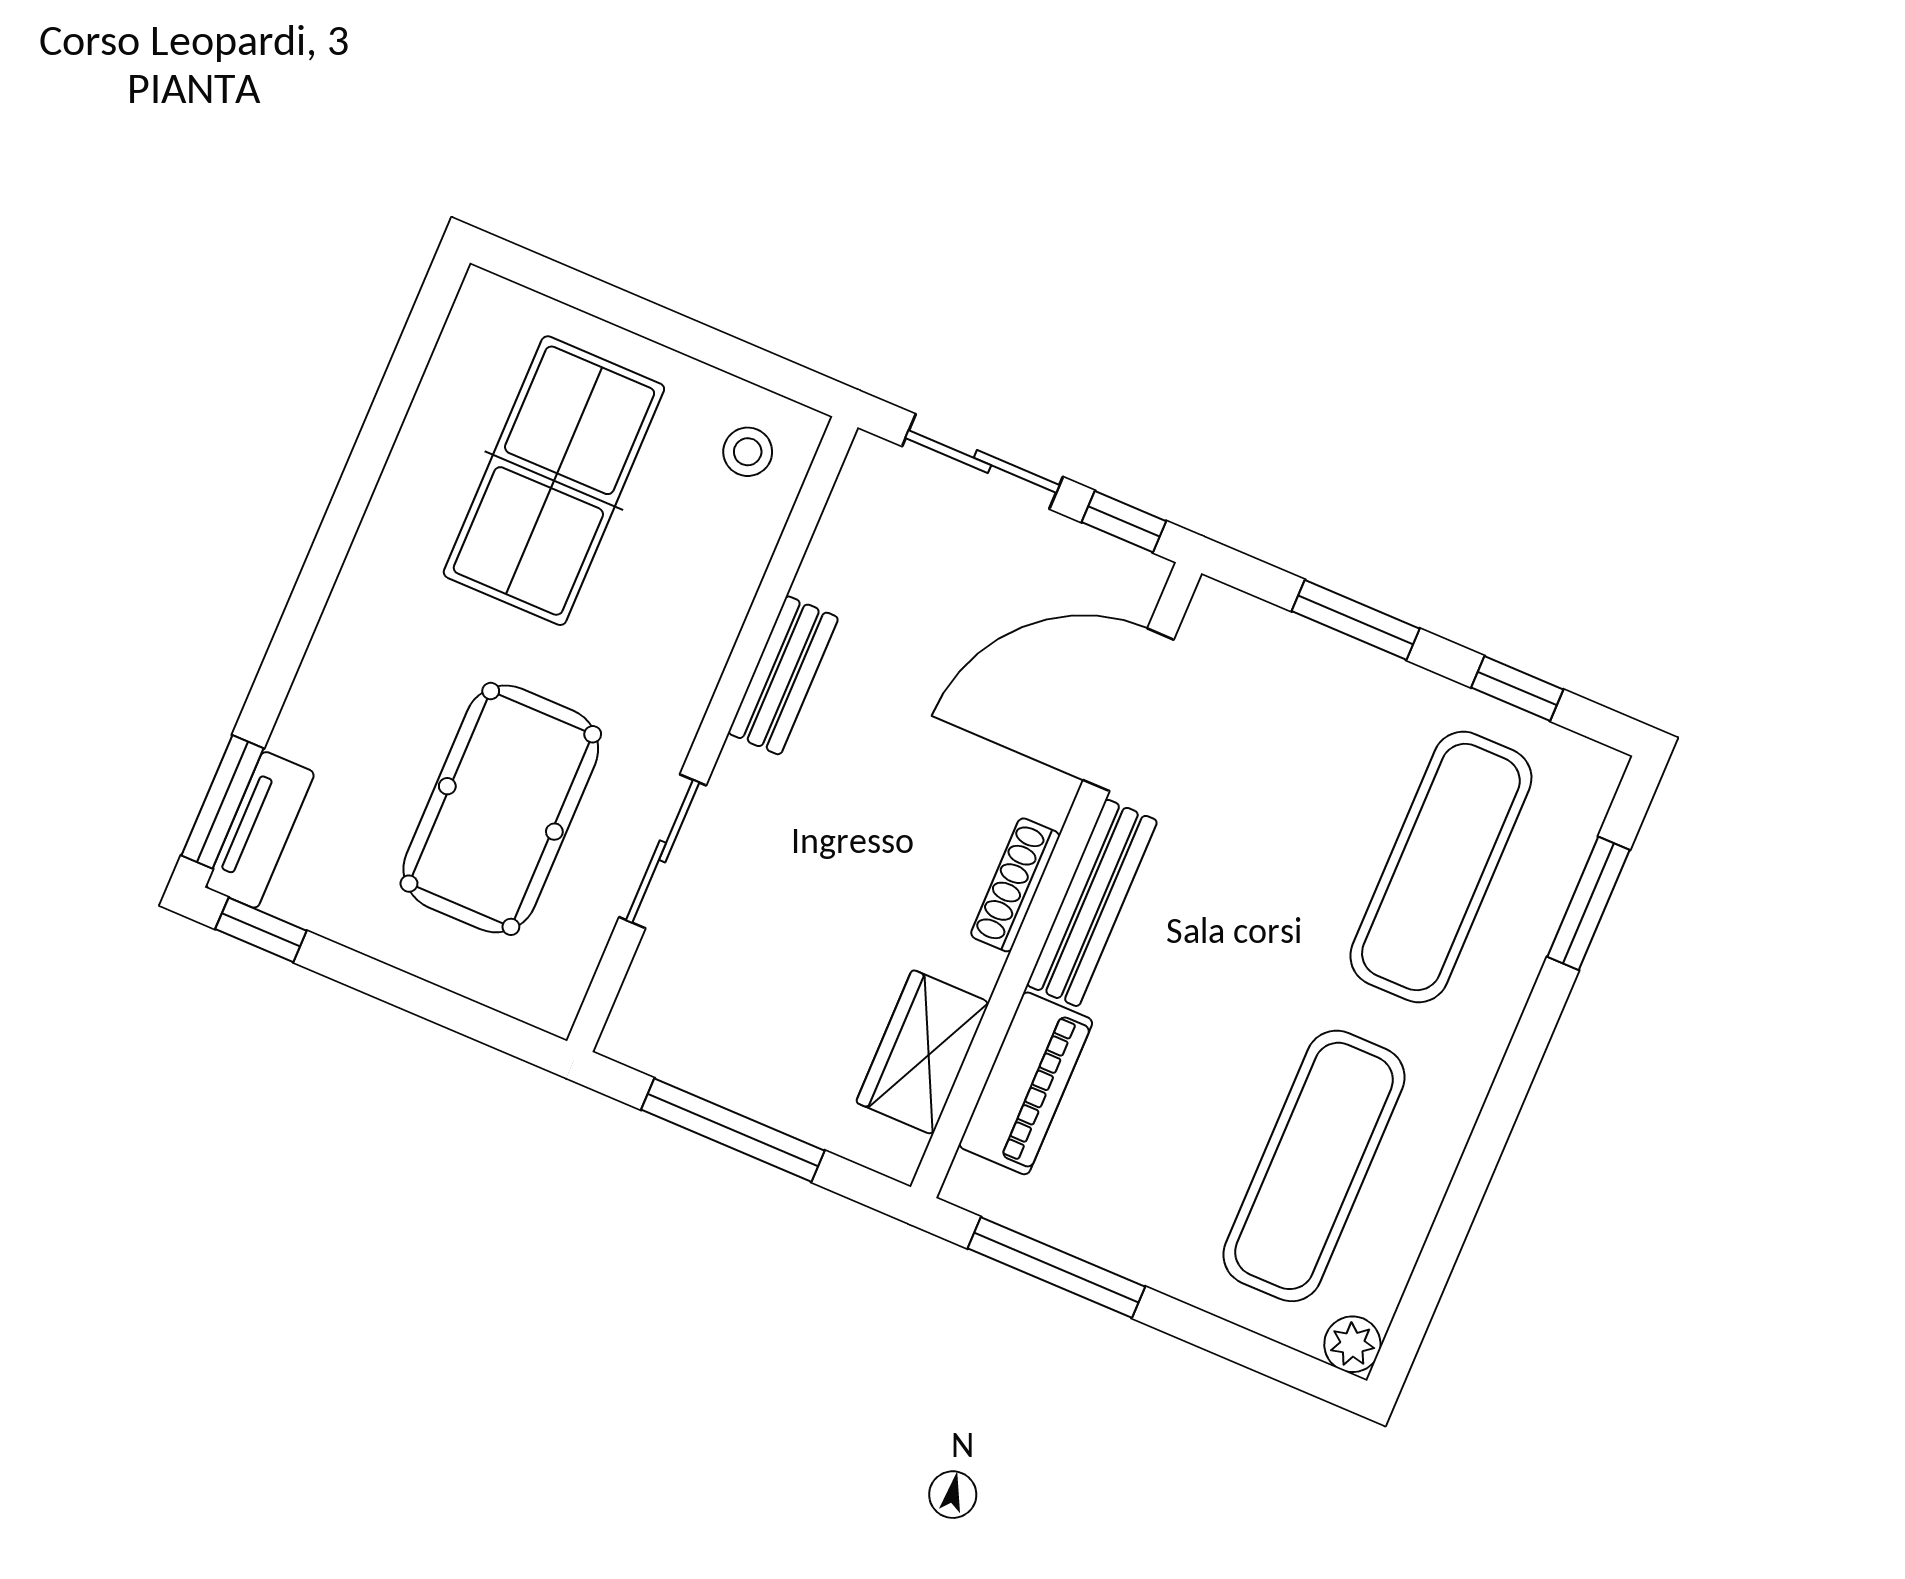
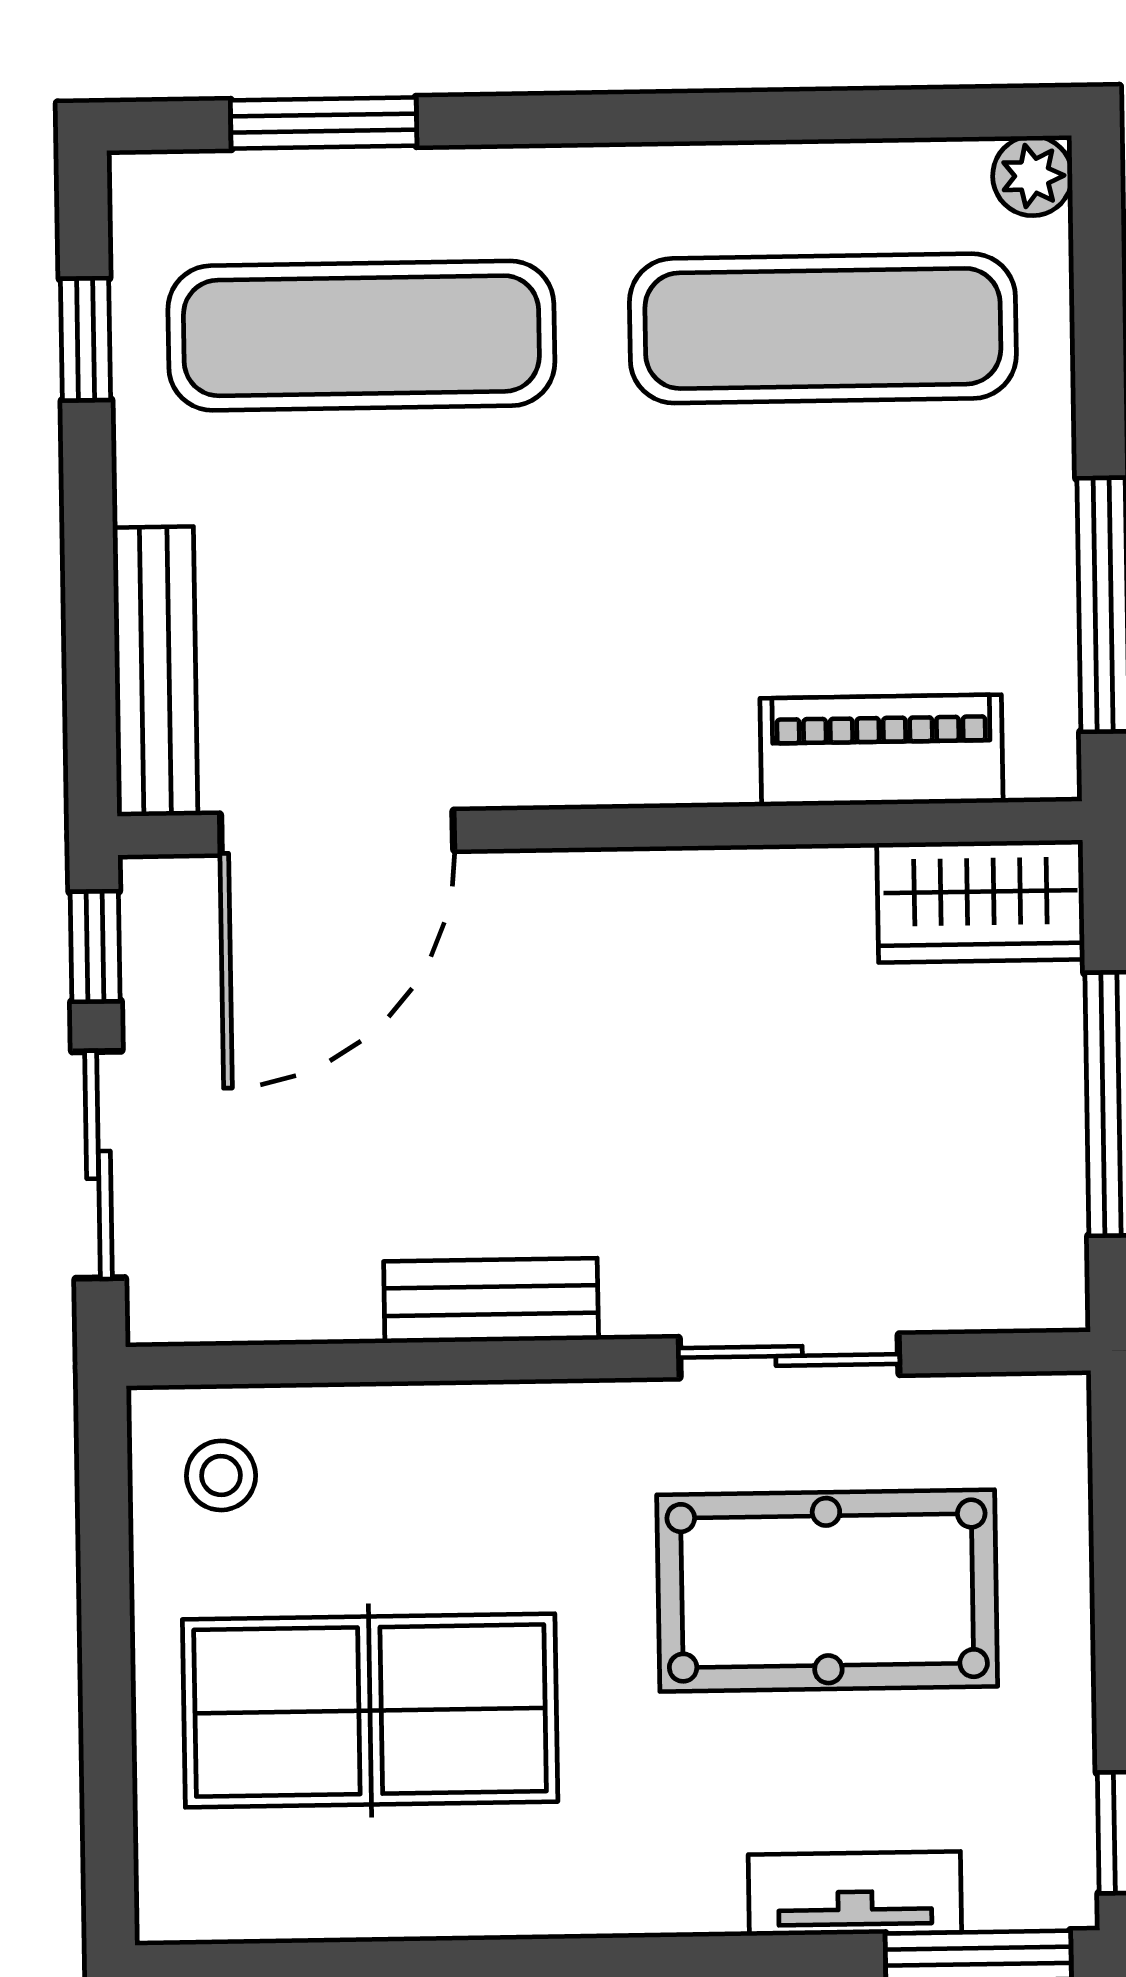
window: (1356, 620) -> (89, 589), removed
door: (1128, 710) -> (337, 832), hinge flipped
tv unit: (260, 830) -> (855, 1893), moved
shoe rack: (1015, 885) -> (630, 878), removed
bench: (1092, 903) -> (155, 671), moved, turned 90
wardrobe: (923, 1052) -> (981, 901), moved

